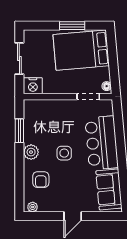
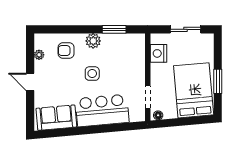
nightstand: (33, 86) -> (158, 53), moved
plant: (33, 207) -> (39, 55), moved

